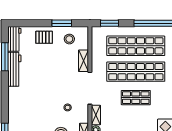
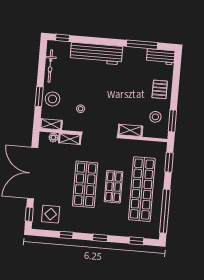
window: (62, 23) -> (172, 121), moved
workbench: (14, 69) -> (96, 54), moved, width x1.36, depth x1.32
shop shelf: (136, 72) -> (114, 187), width x0.50, depth x0.74
shop shelf: (136, 98) -> (85, 184), width x1.43, depth x1.36

